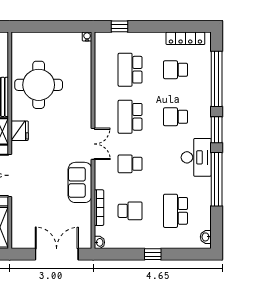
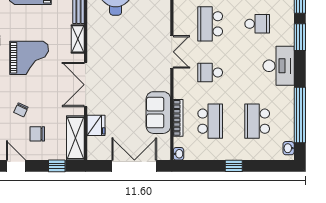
school desk: (175, 117) -> (257, 24), turned 180
fridge: (20, 131) -> (96, 125), moved
window: (217, 179) -> (300, 115), moved
sofa: (80, 182) -> (158, 113), moved
school desk: (130, 211) -> (210, 121), width x1.85

